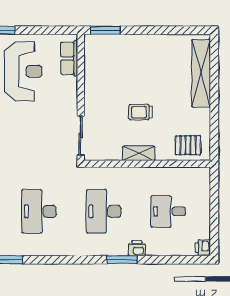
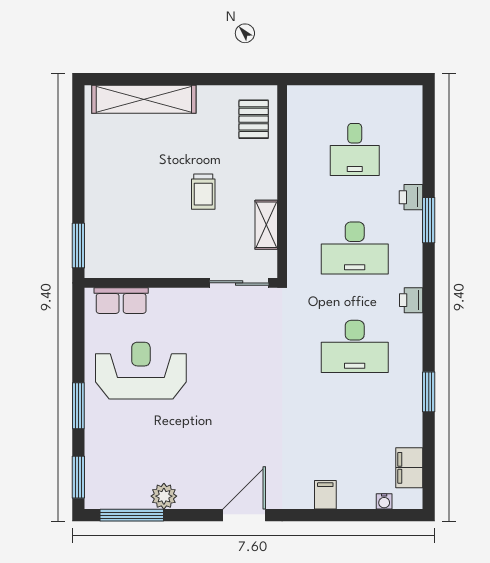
shelving: (139, 153) -> (266, 225), moved
printer: (203, 248) -> (411, 300), moved, turned 90

